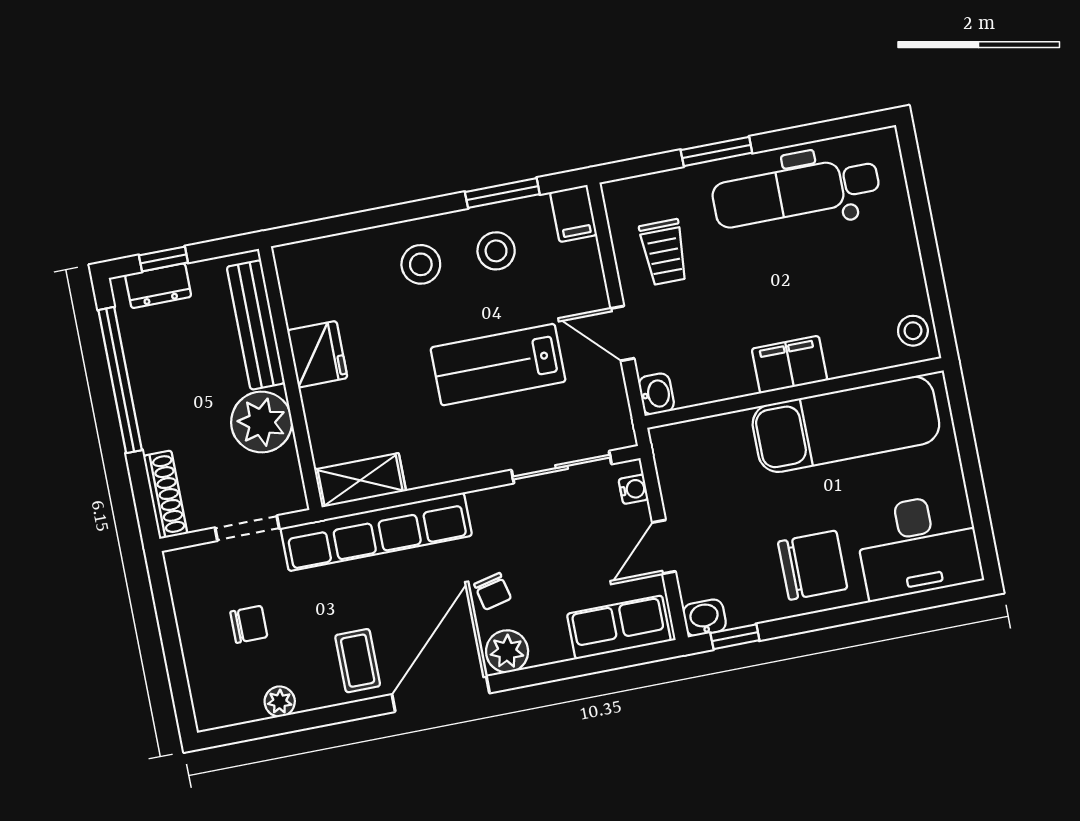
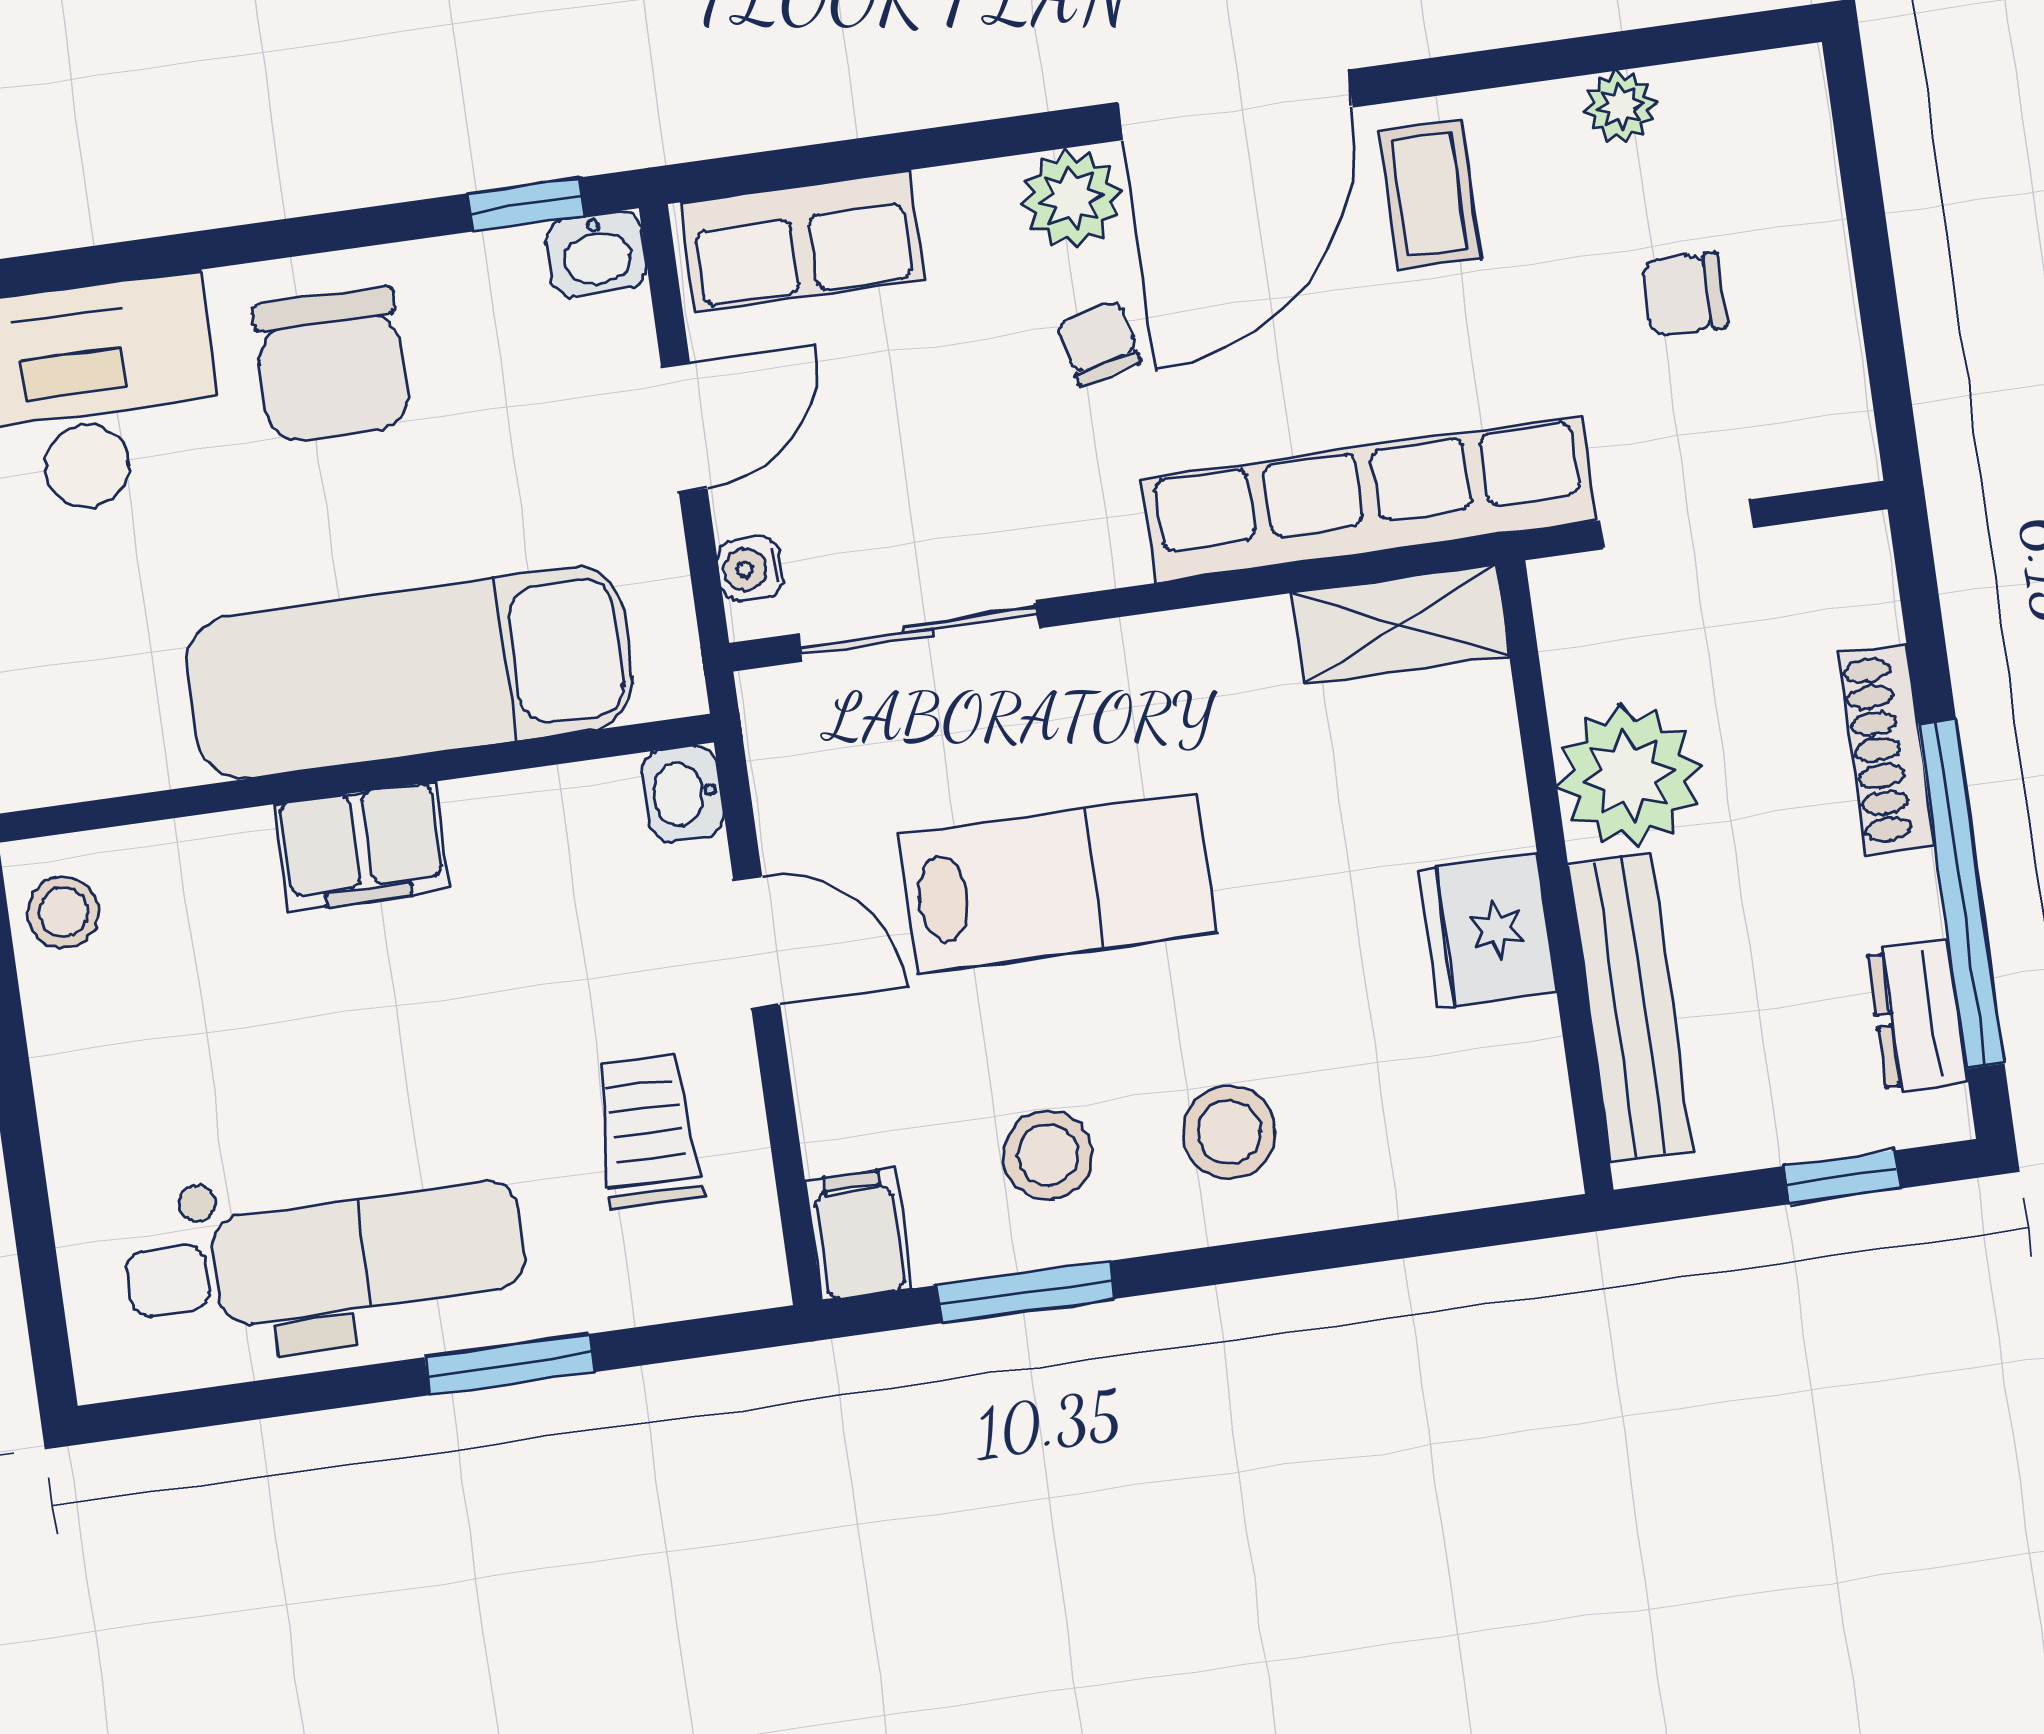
dresser: (158, 286) -> (1917, 1016), moved, turned -90
exam couch: (846, 424) -> (410, 673), moved
shoe rack: (165, 495) -> (1886, 749), moved
chair: (813, 565) -> (332, 365), turned -90

